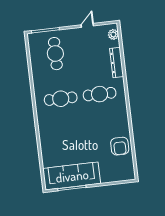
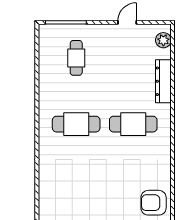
cafe table: (55, 54) -> (76, 58), width x0.73, depth x0.74
armchair: (120, 146) -> (154, 203), turned 90

